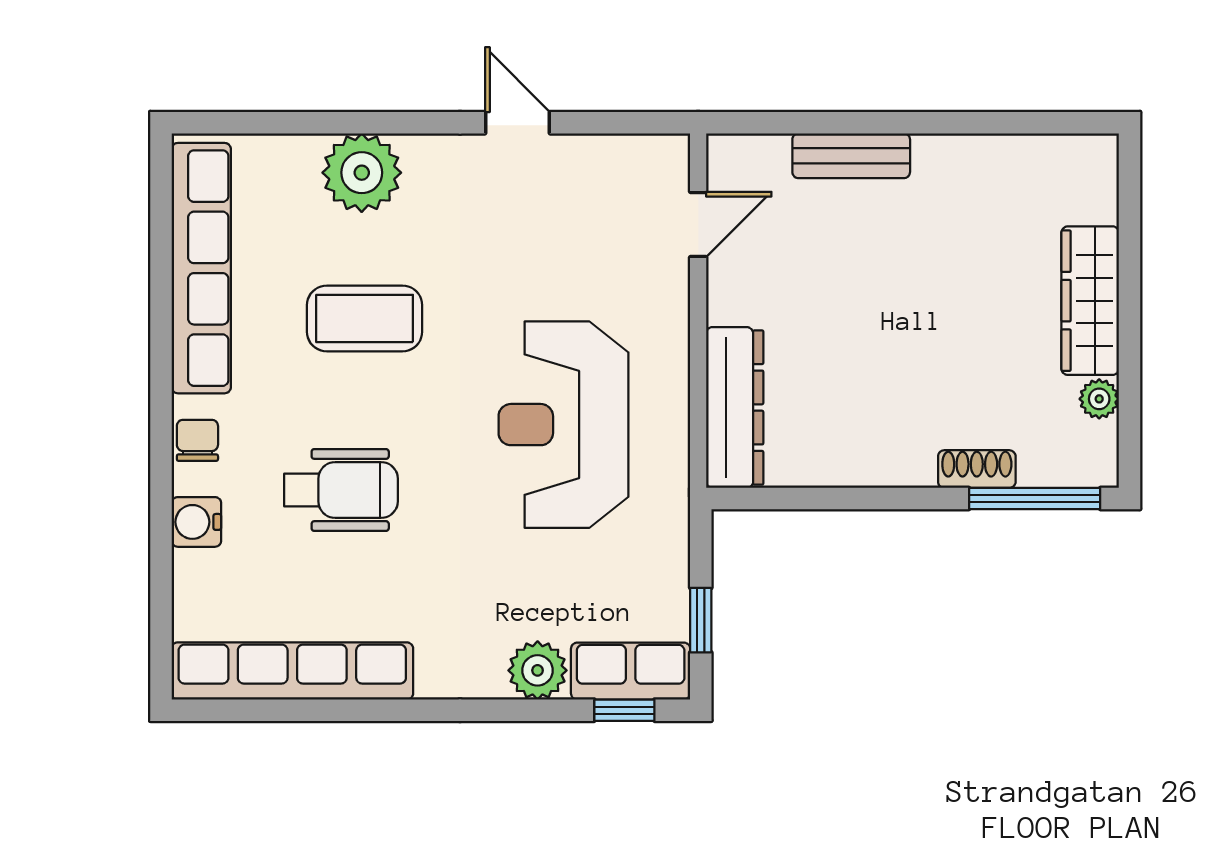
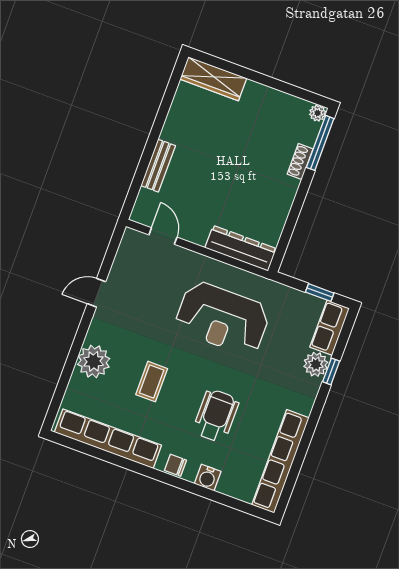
wardrobe: (1090, 301) -> (213, 79), moved
coffee table: (365, 318) -> (152, 382), width x0.73, depth x0.77
plant: (1099, 399) -> (318, 113), moved
window: (624, 710) -> (331, 371), moved

